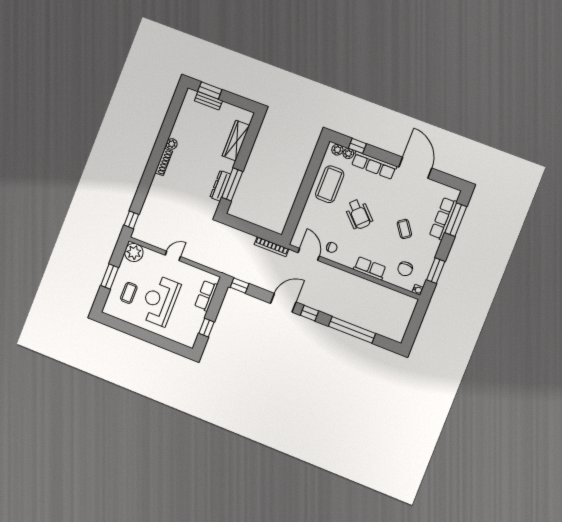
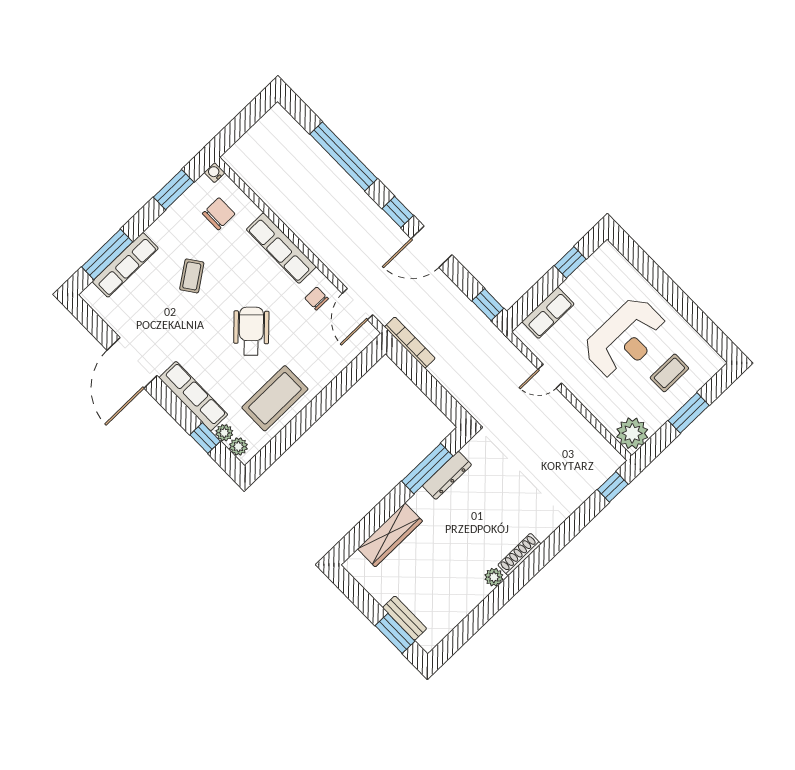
door: (173, 256) -> (550, 376), moved
row of seats: (370, 268) -> (281, 248), width x1.48

